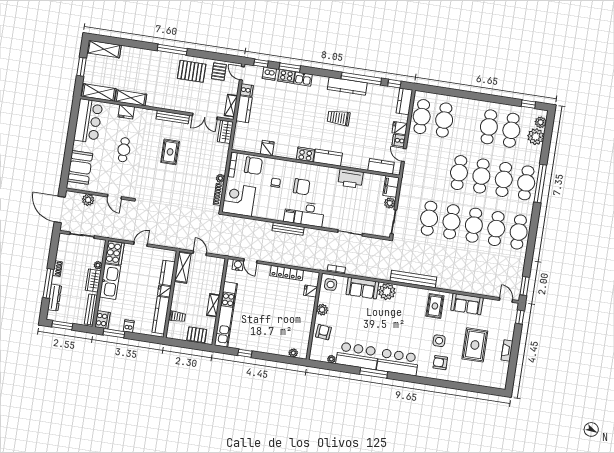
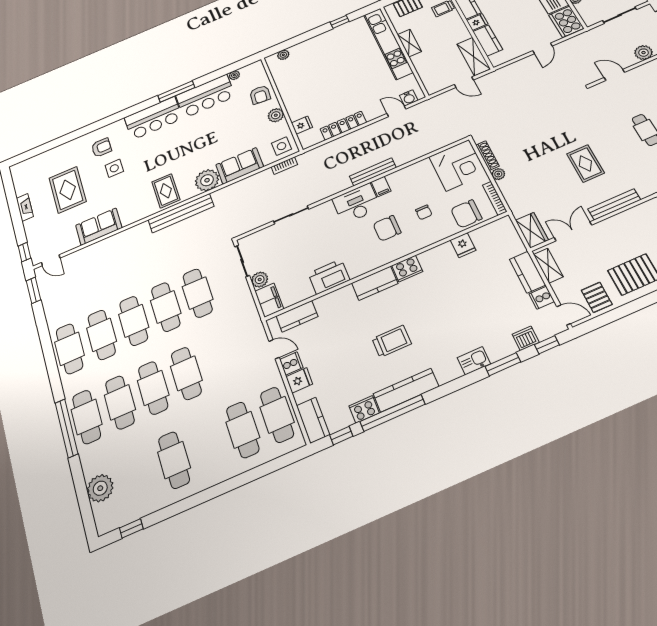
cooker: (286, 76) -> (364, 409), moved
plant: (541, 122) -> (102, 513), removed
cafe table: (511, 130) -> (140, 475), removed
rug: (435, 306) -> (166, 191), moved

